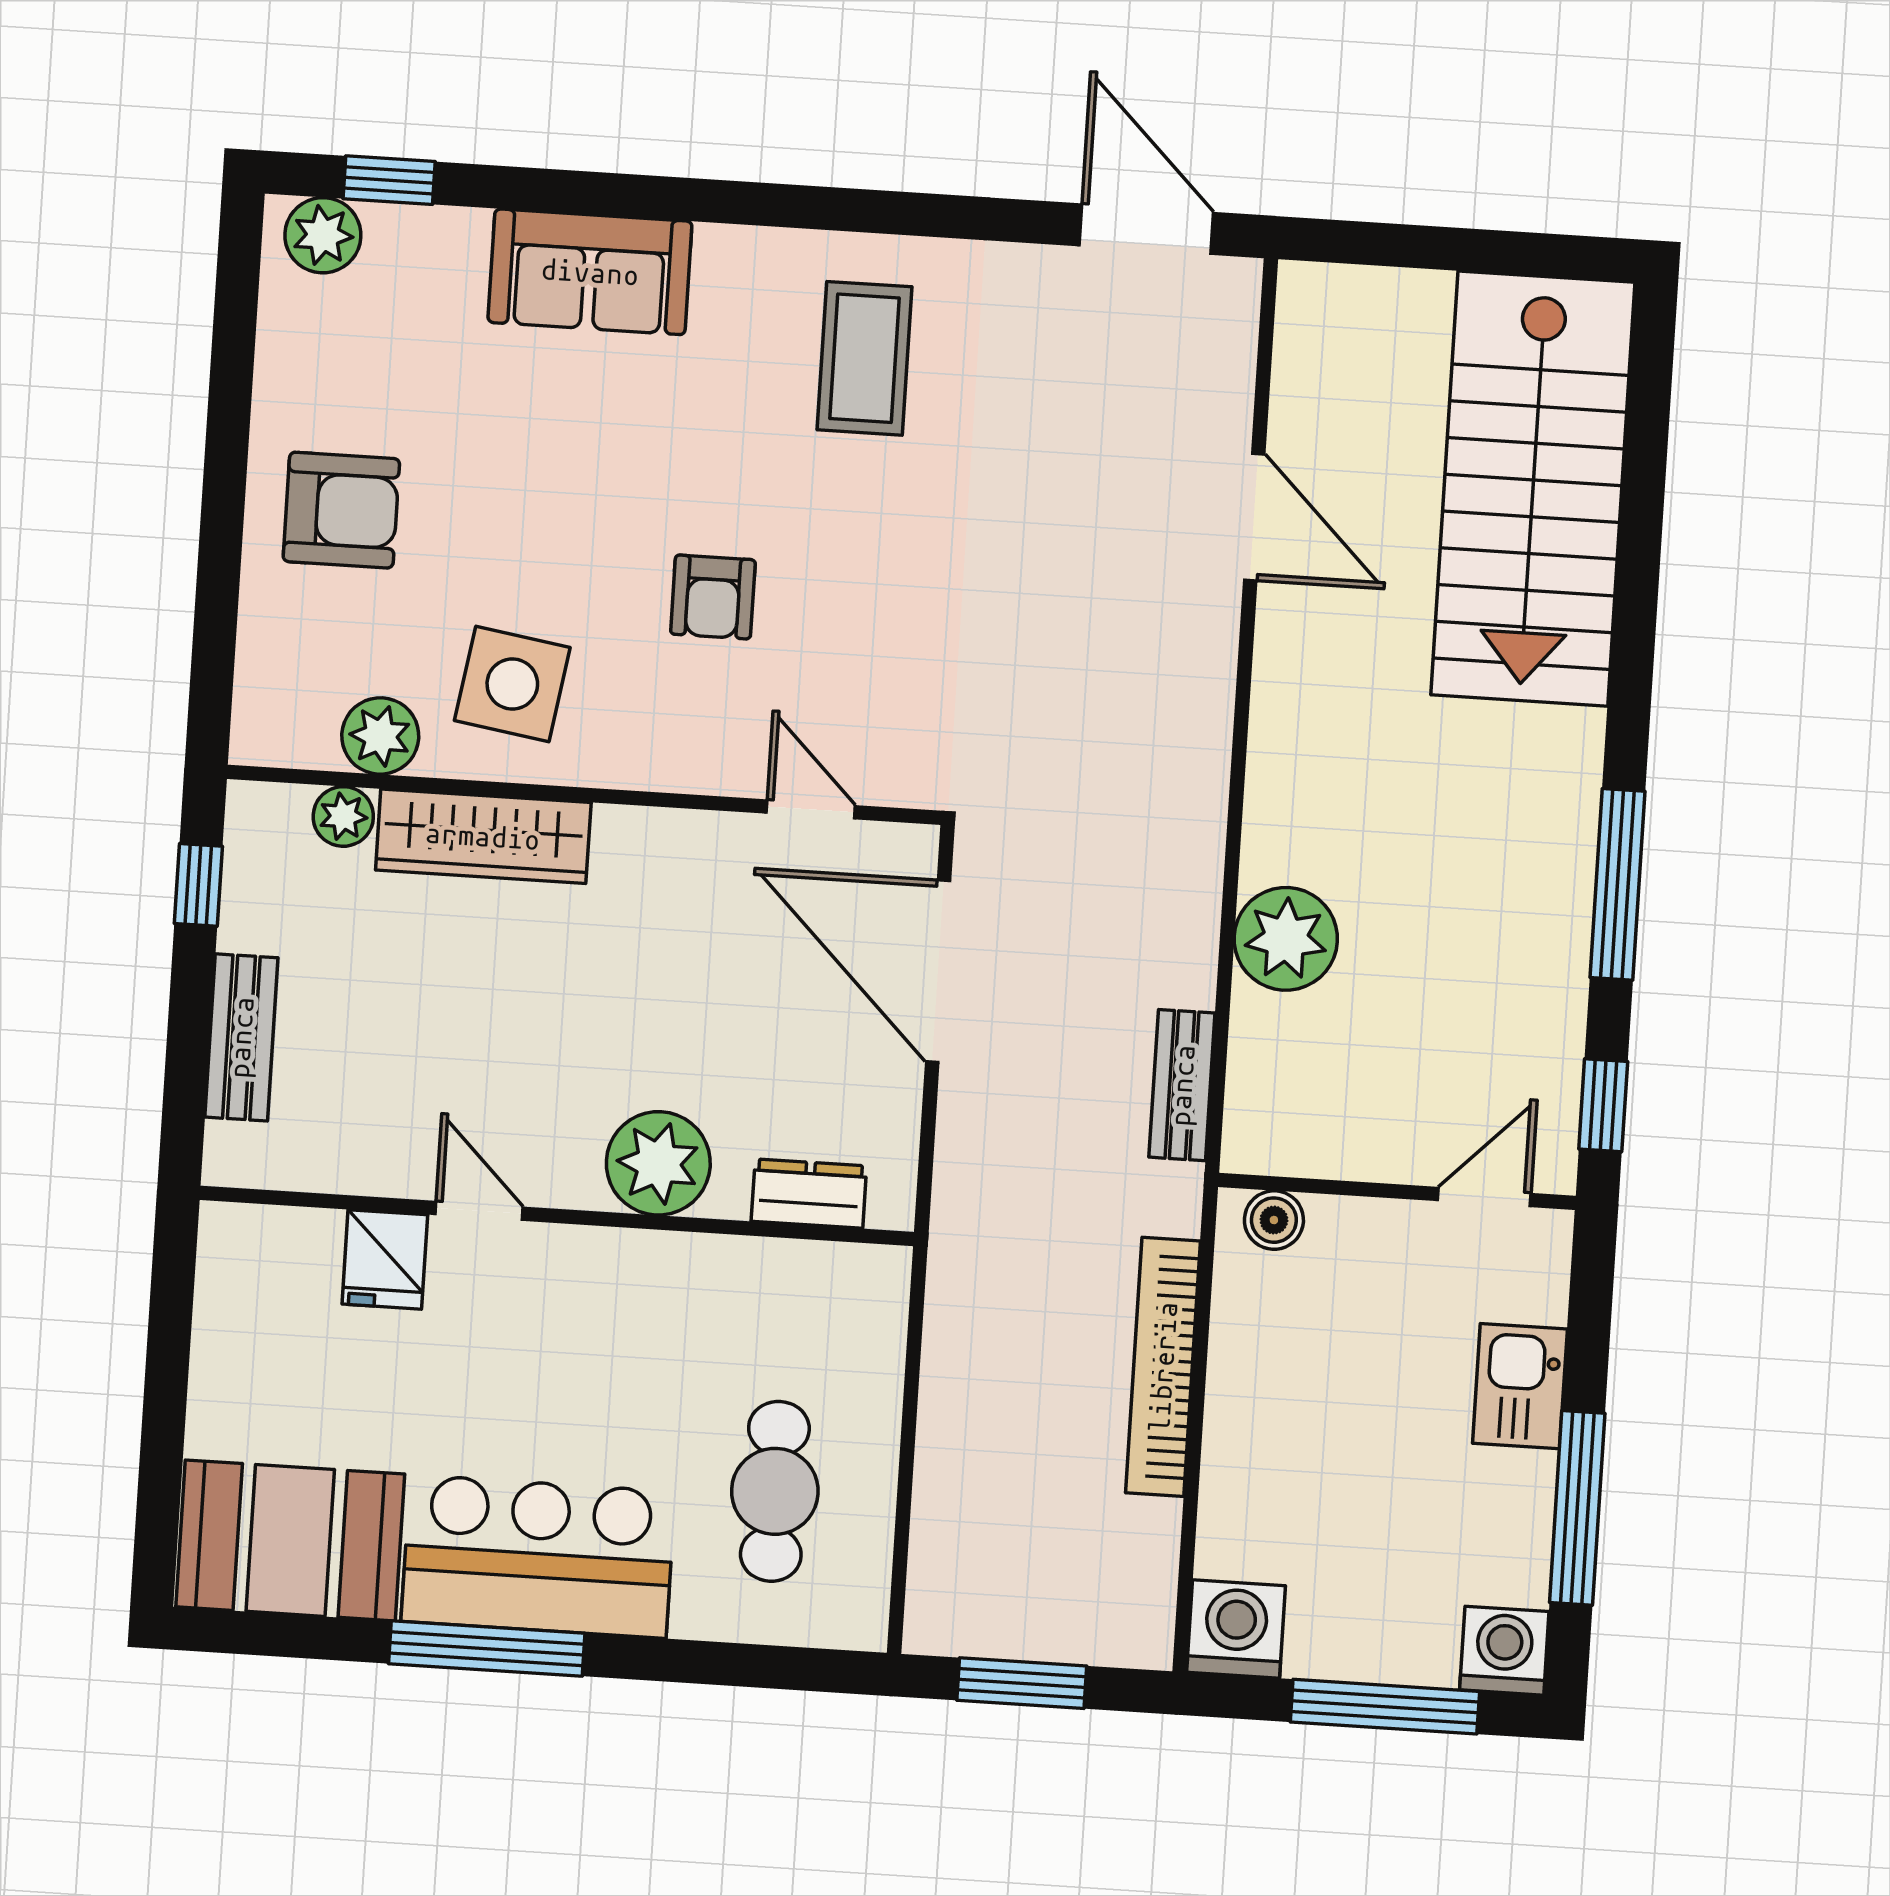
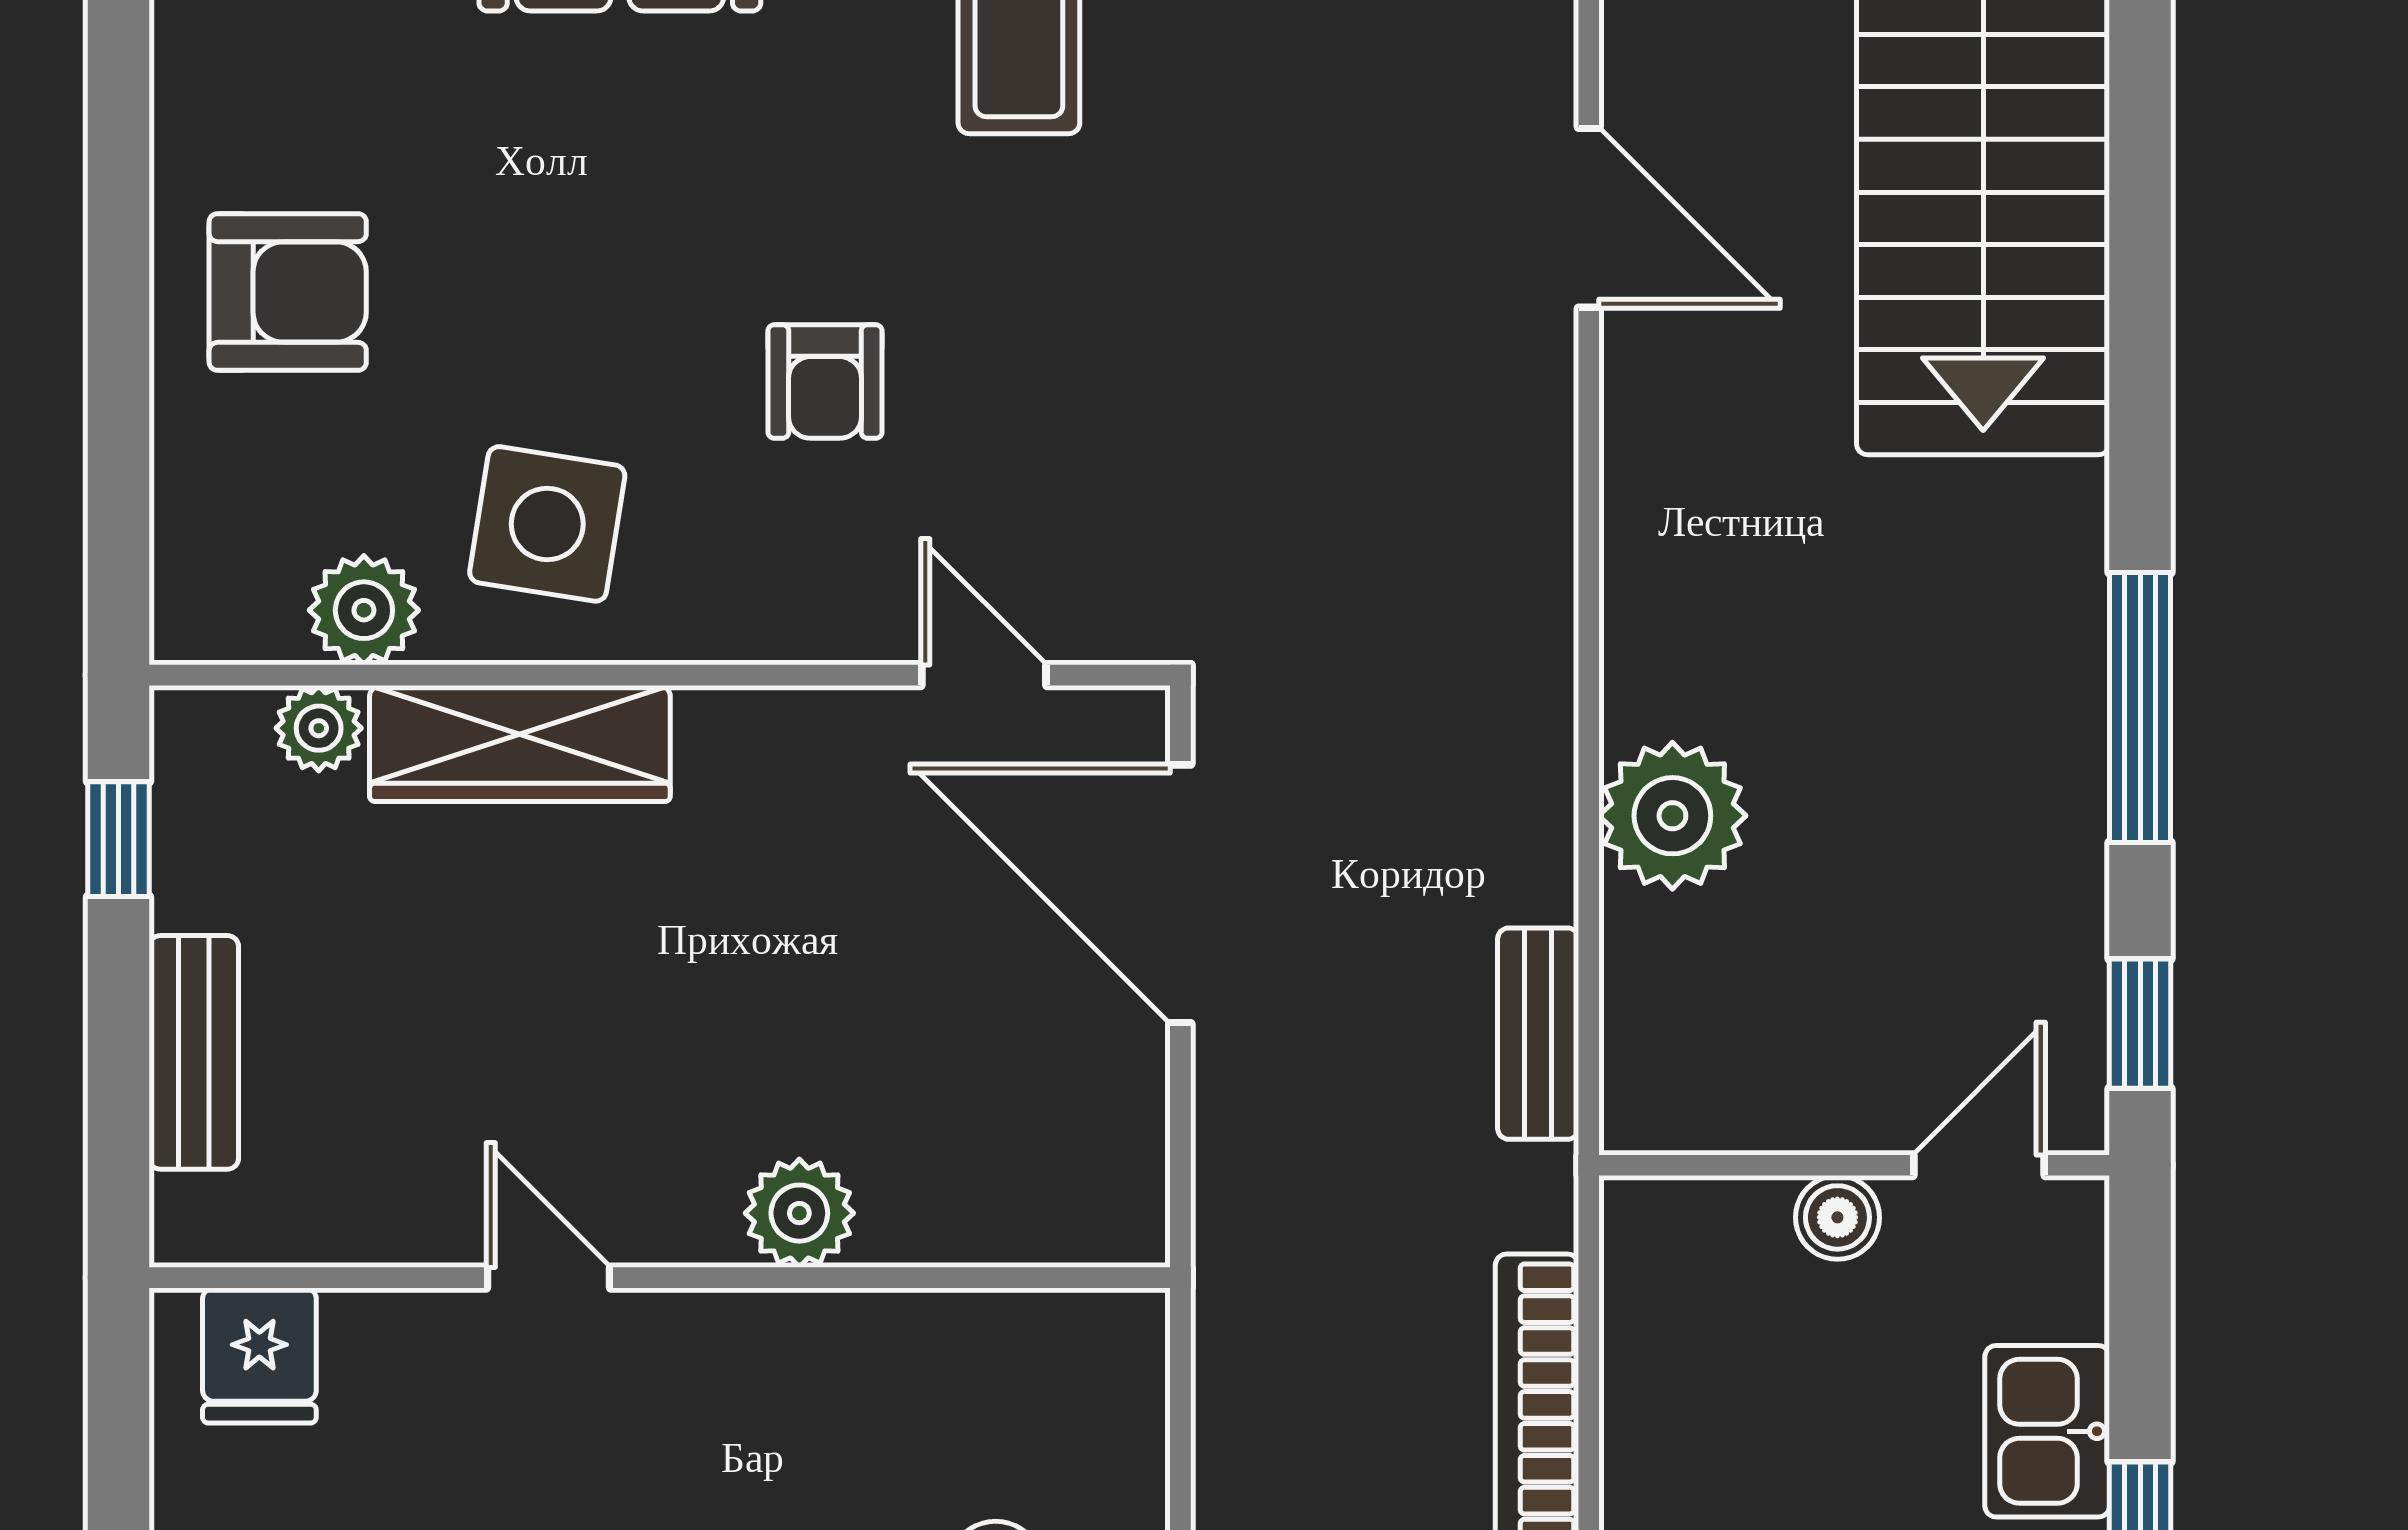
plant: (658, 1163) -> (799, 1213), width x0.73, depth x0.73
dresser: (809, 1194) -> (1017, 1223), removed
boiler: (1274, 1220) -> (1837, 1217), moved
fridge: (385, 1259) -> (259, 1355), moved

